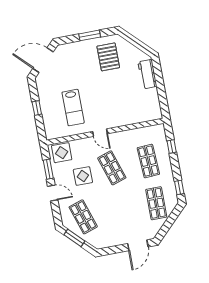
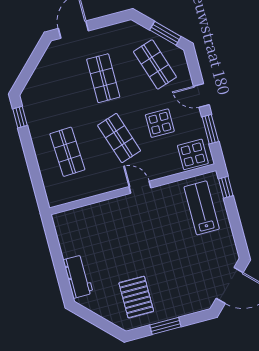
window: (37, 108) -> (226, 187), moved
lab bench: (73, 108) -> (202, 208), moved
window: (172, 146) -> (35, 175), removed
shop shelf: (156, 203) -> (103, 78), moved

